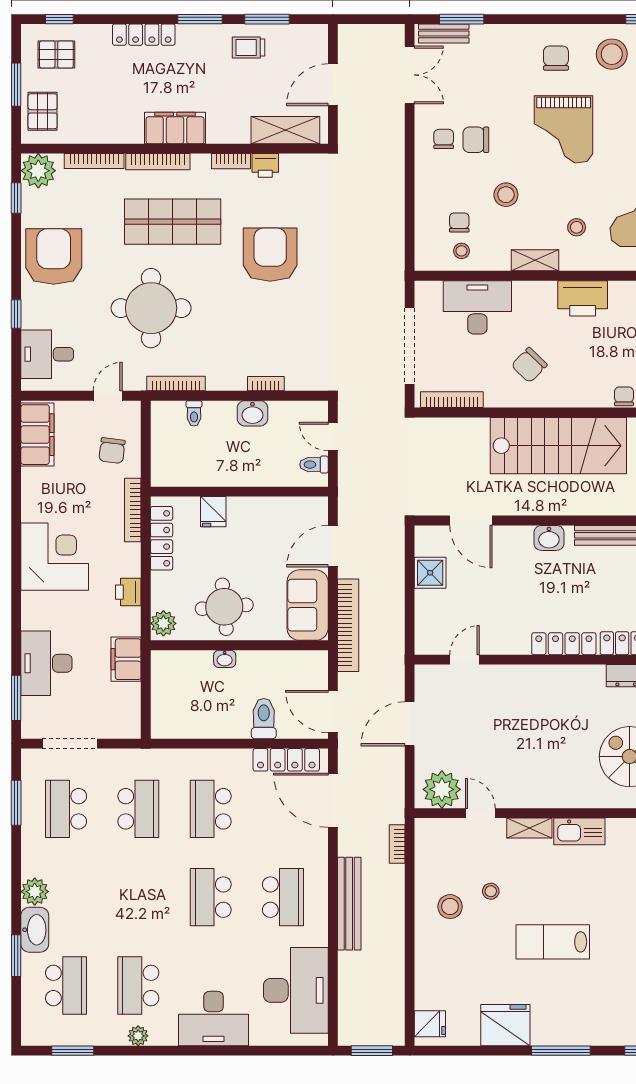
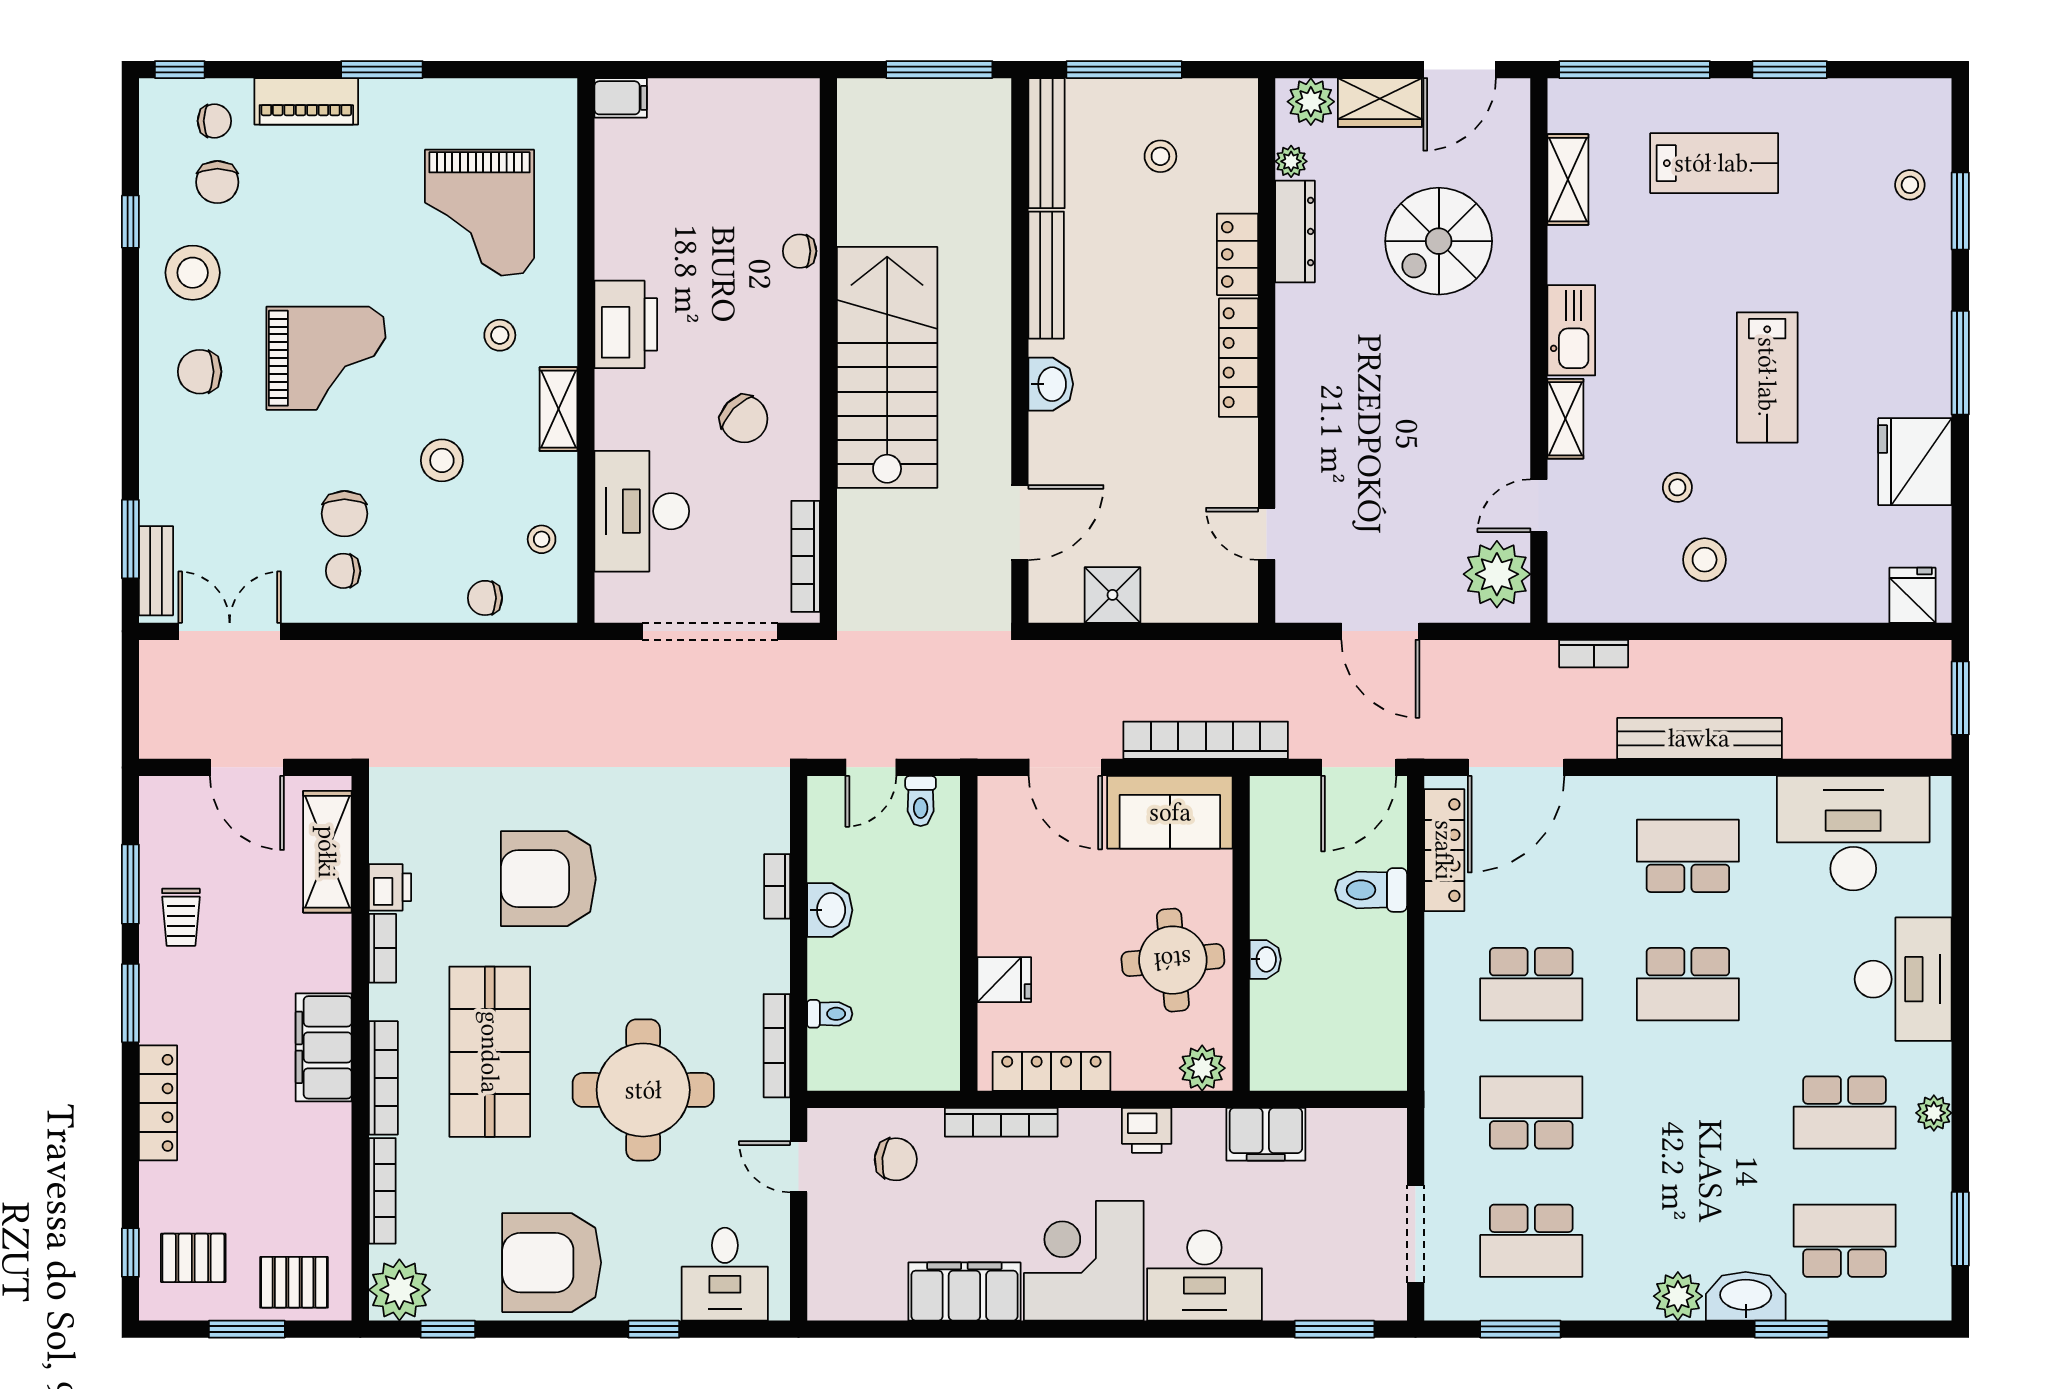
pallet: (56, 54) -> (193, 1258), turned 90
chair: (459, 222) -> (485, 598), moved
filing cabinet: (37, 435) -> (964, 1292), moved
desk: (46, 663) -> (1204, 1276), moved

